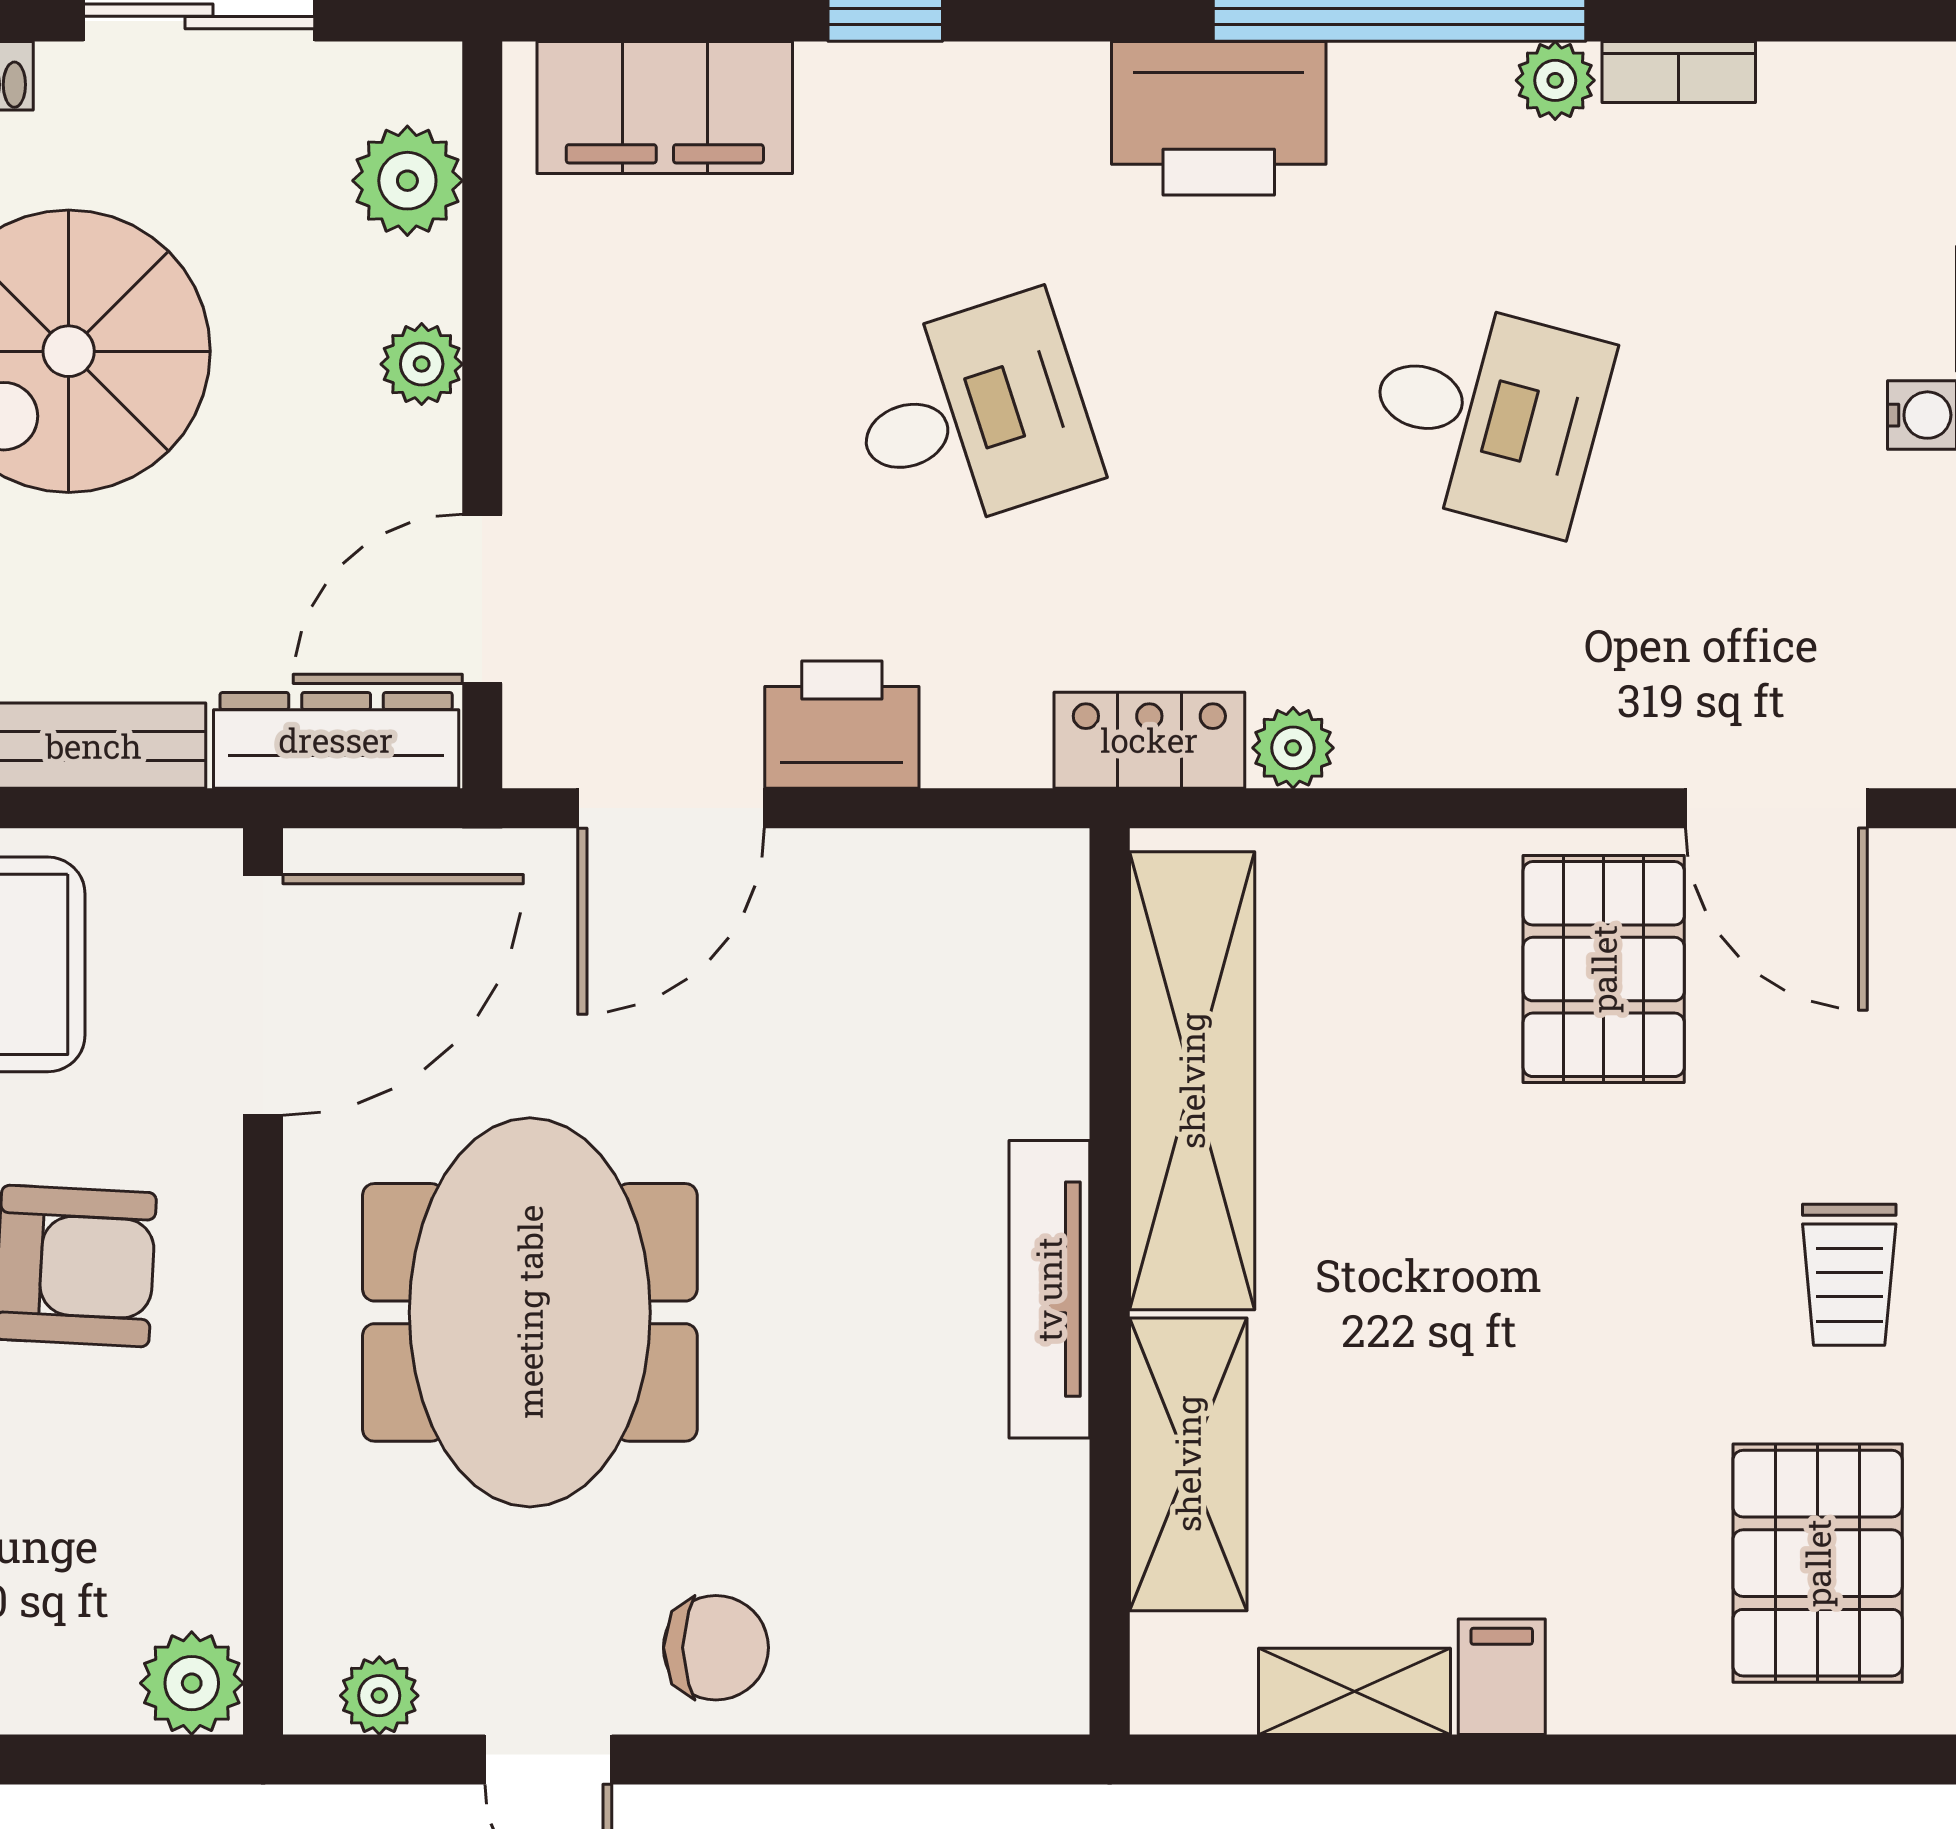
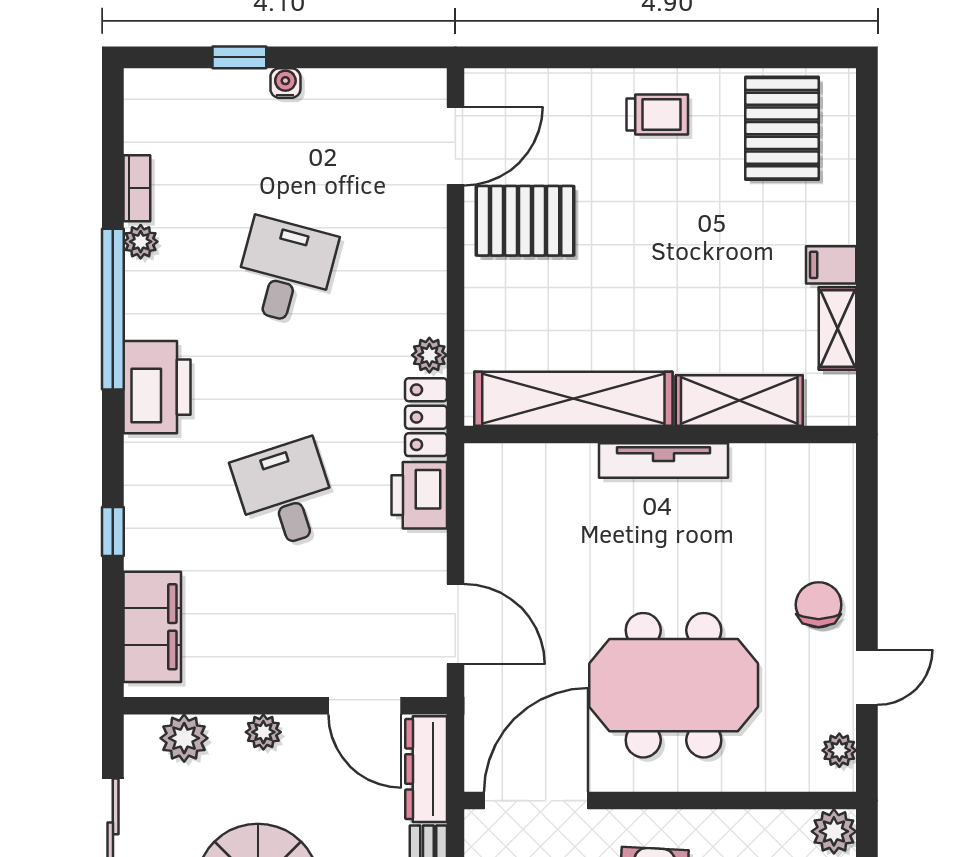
printer: (842, 725) -> (419, 495), moved
door: (263, 995) -> (536, 801), hinge flipped
pallet: (1818, 1563) -> (782, 128), turned 90

